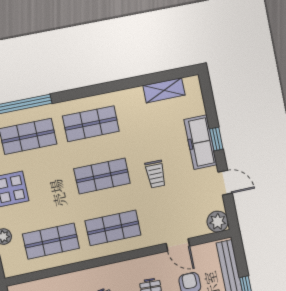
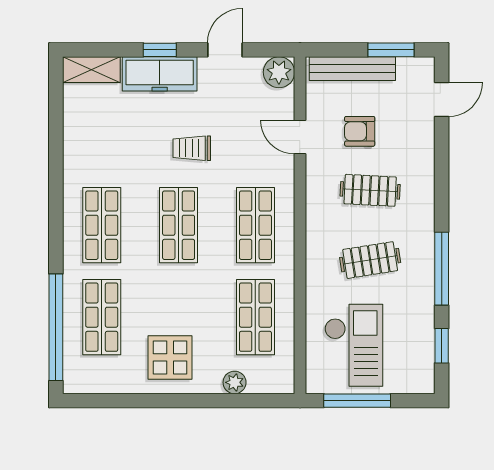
shelving: (164, 90) -> (91, 70), moved, turned 90
trolley: (156, 174) -> (192, 148), turned 180
door: (178, 245) -> (300, 137), swing flipped

